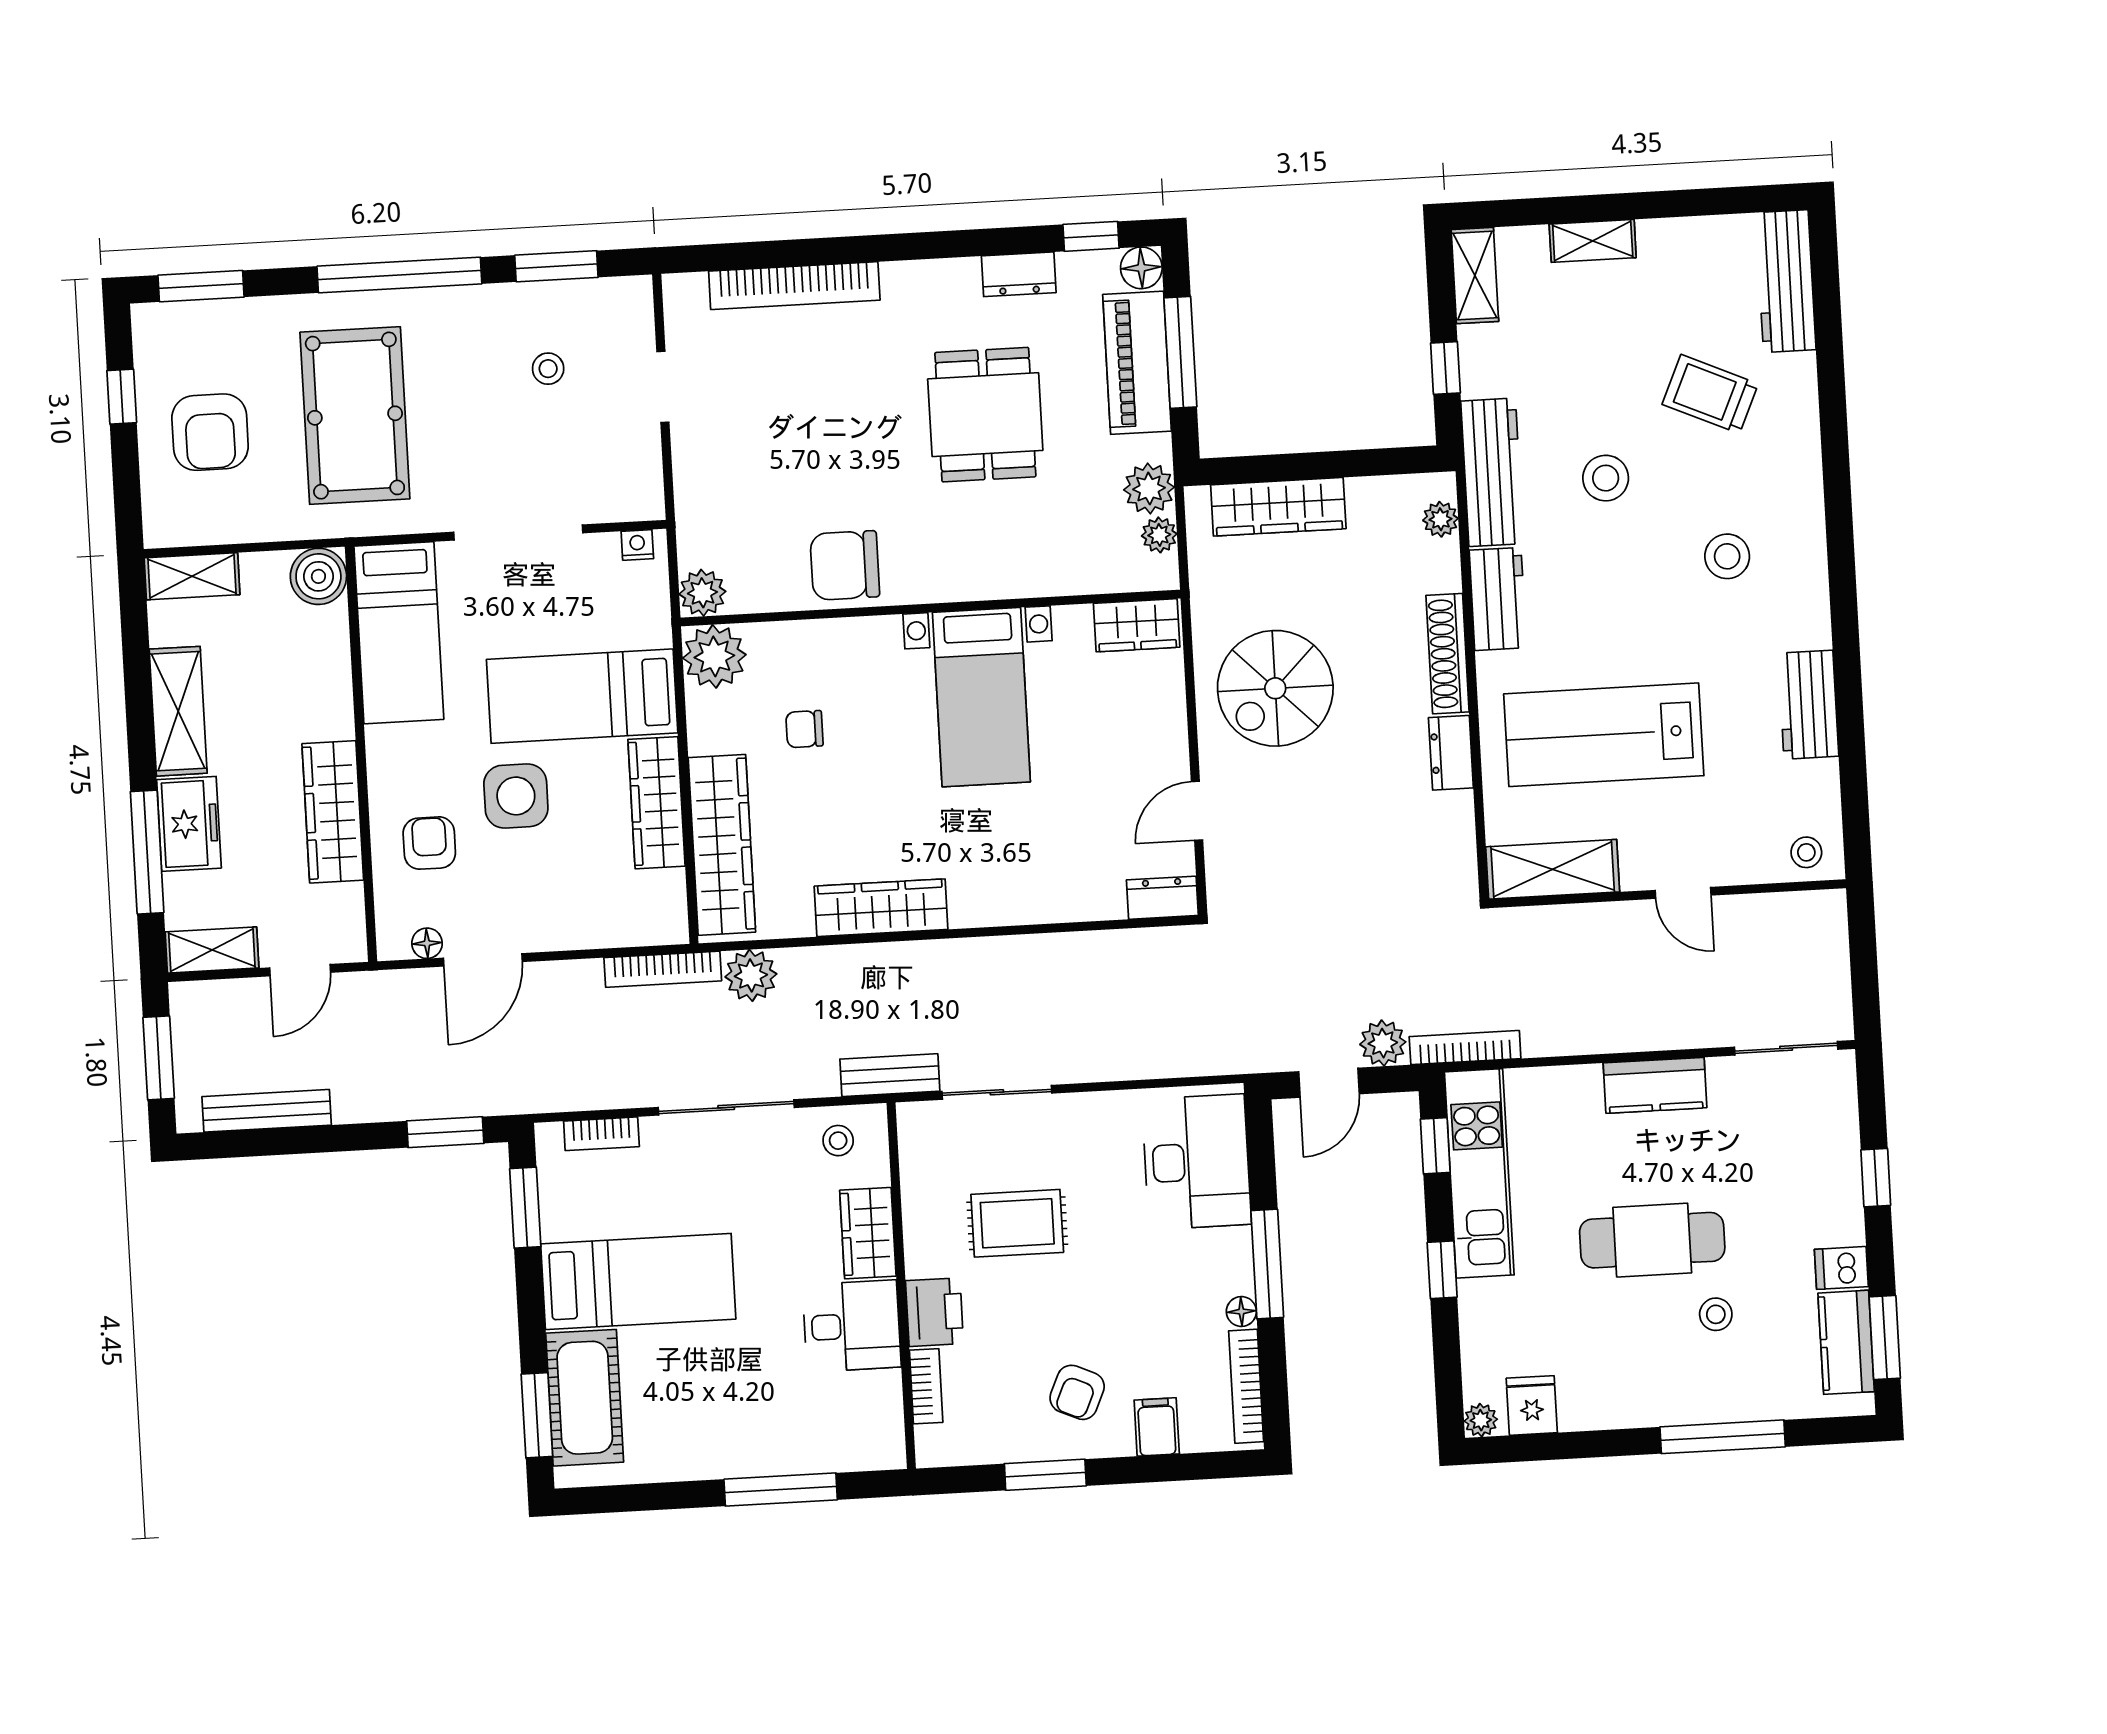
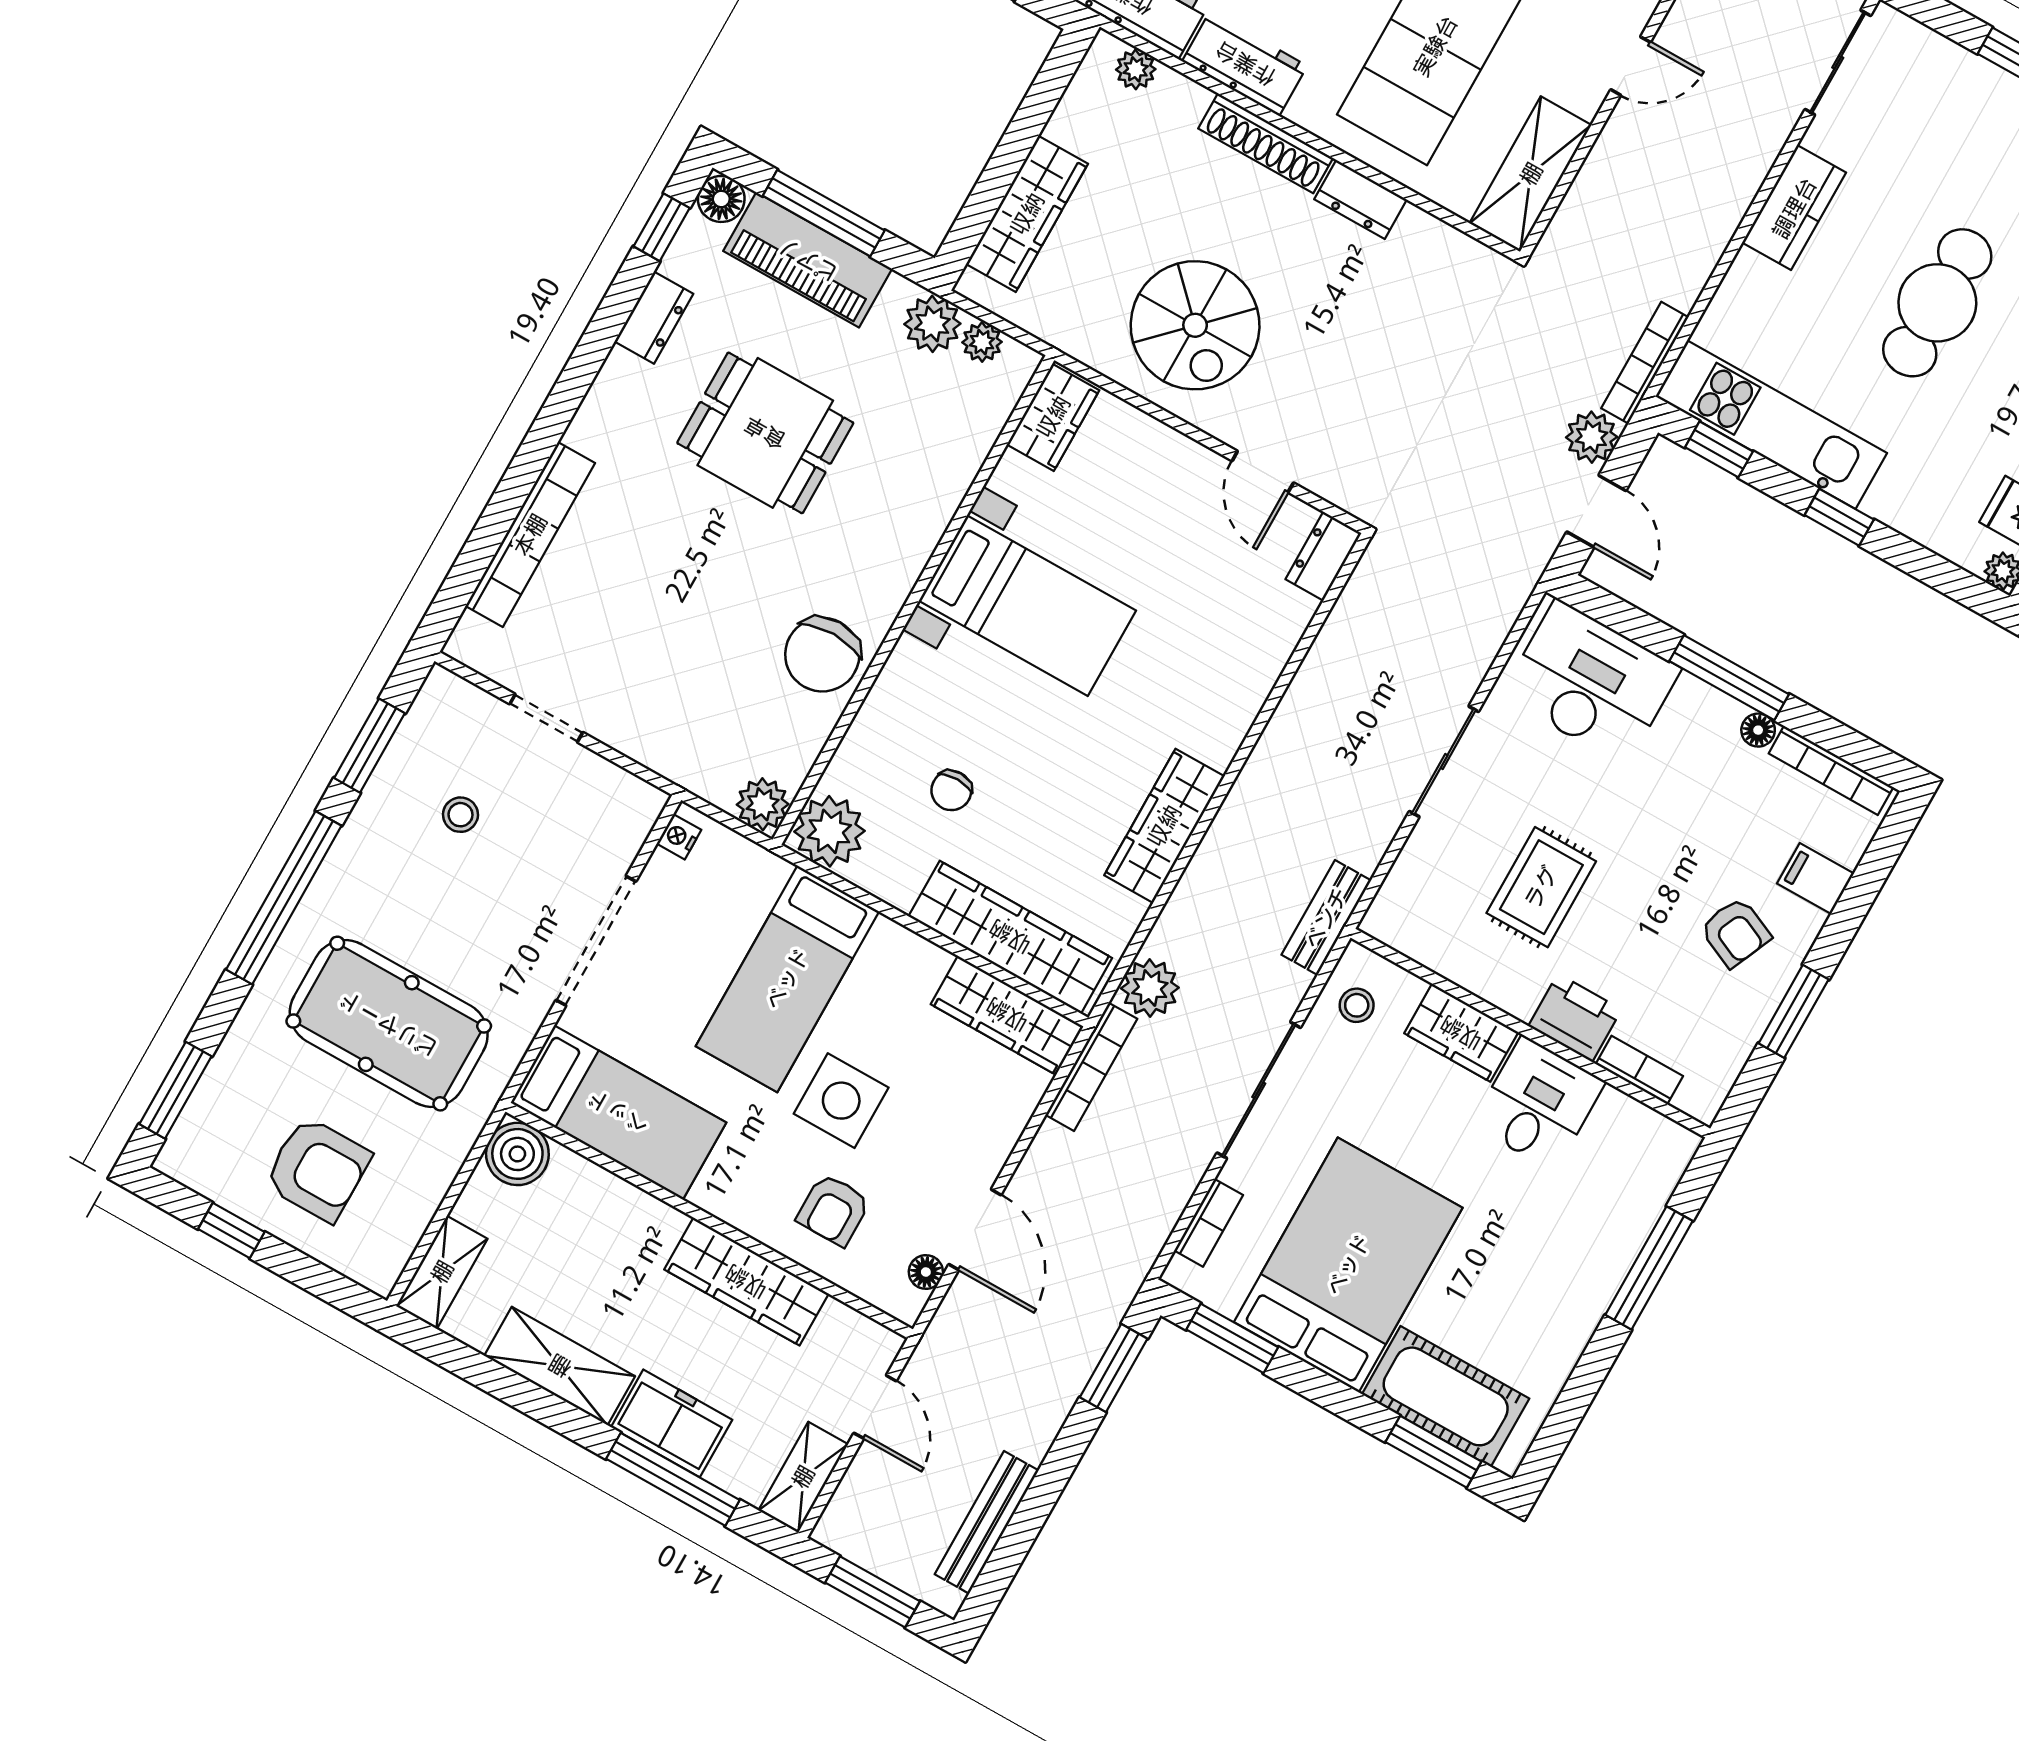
wardrobe: (657, 803) -> (1007, 1015), moved
armchair: (429, 843) -> (833, 1210), turned -90
sliding door: (997, 1092) -> (1444, 761), moved
bed: (638, 1281) -> (1348, 1265), width x1.50

